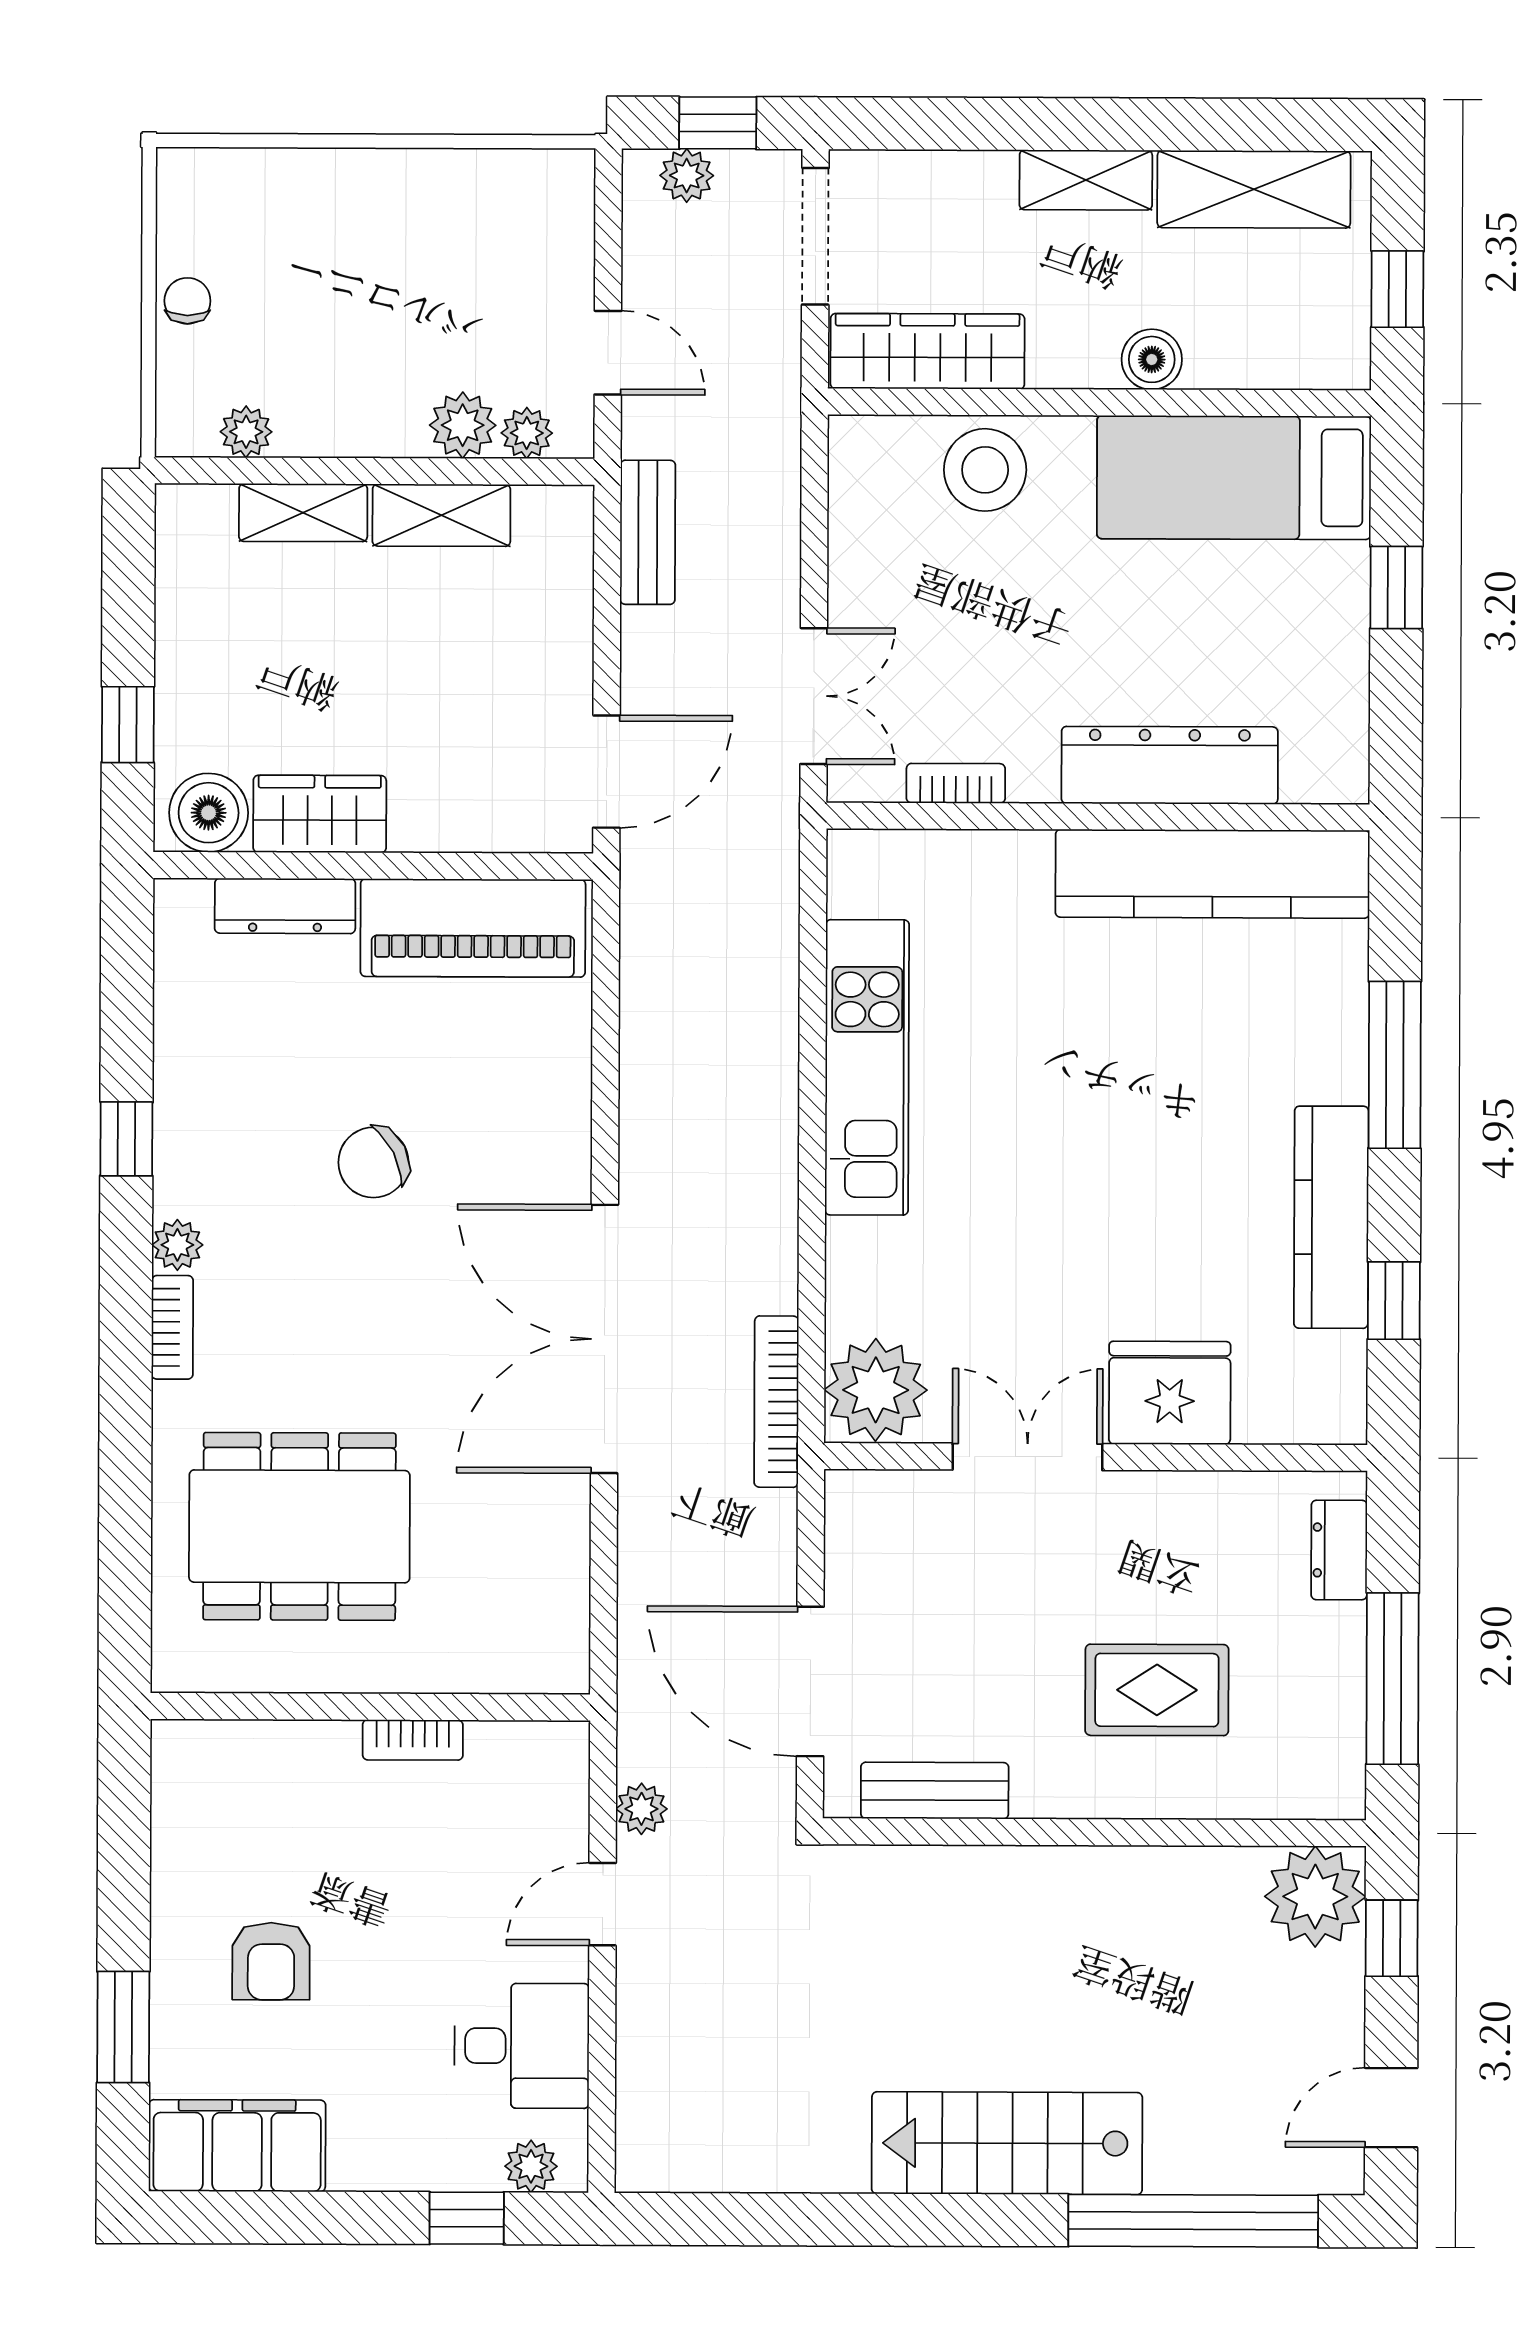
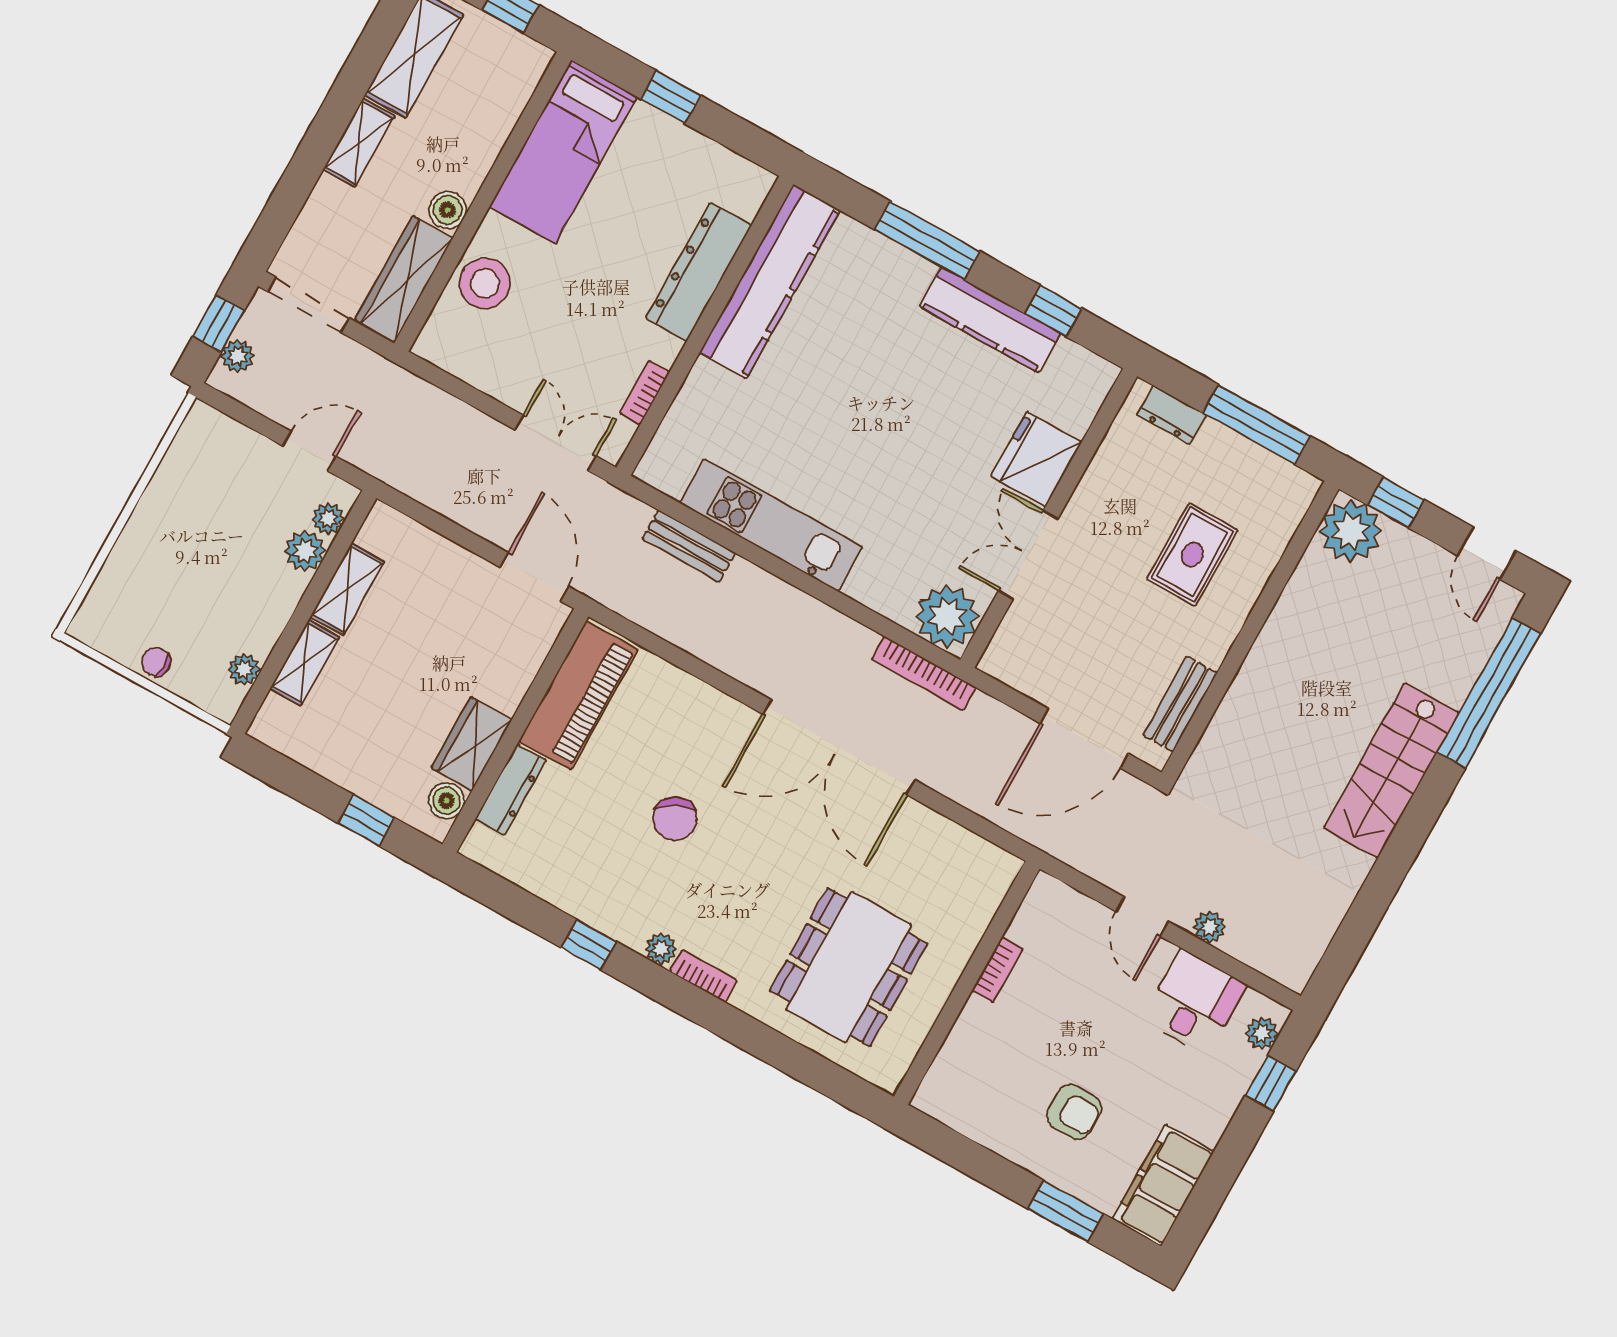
boiler: (1152, 359) -> (448, 210), moved
bench: (648, 532) -> (689, 546), moved
boiler: (209, 813) -> (447, 801), width x0.73, depth x0.73
plant: (641, 1809) -> (1210, 927), moved

